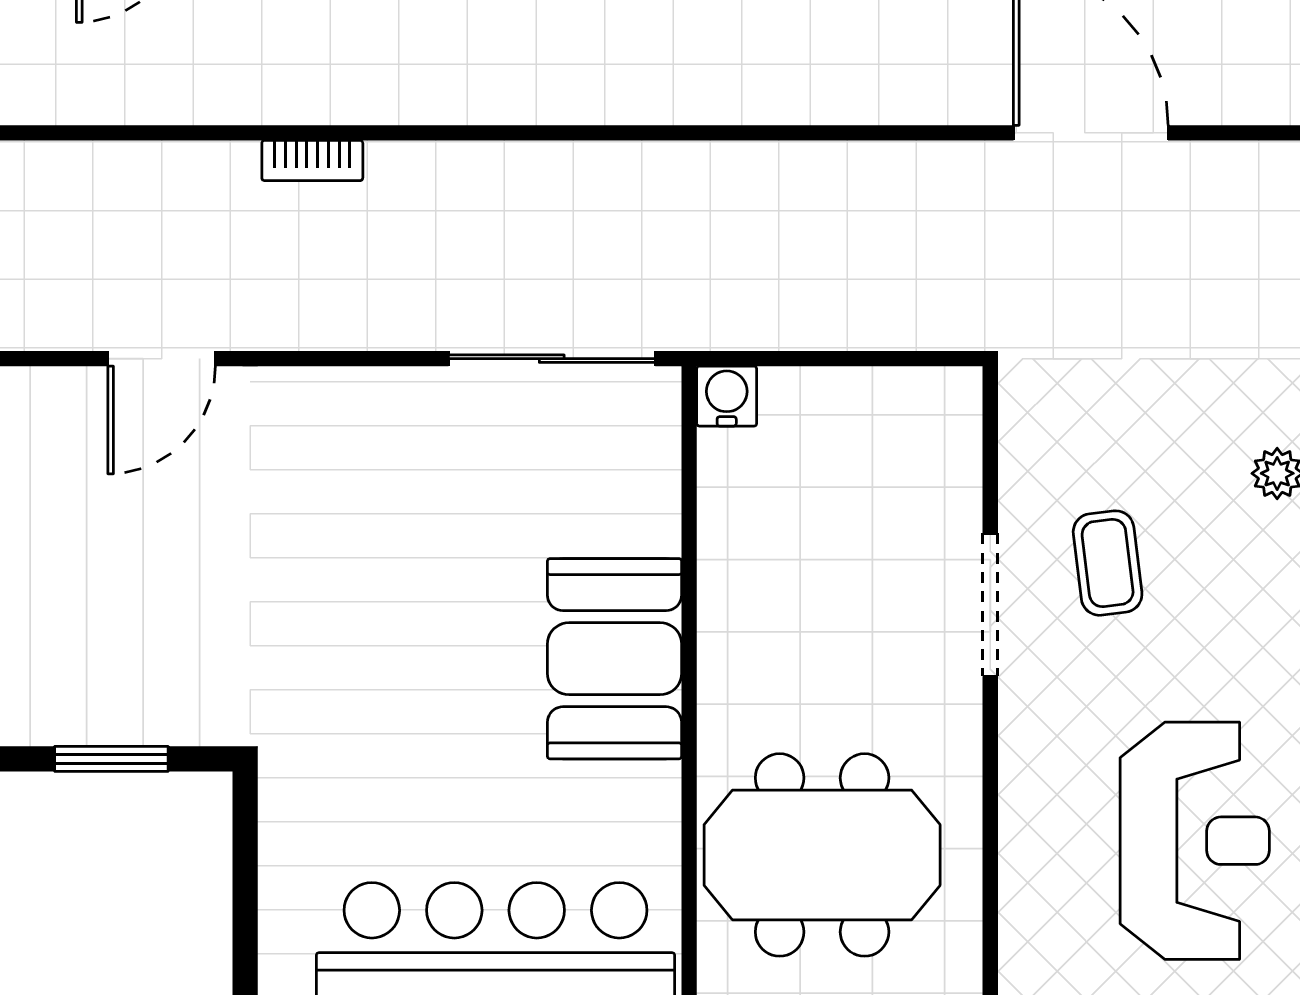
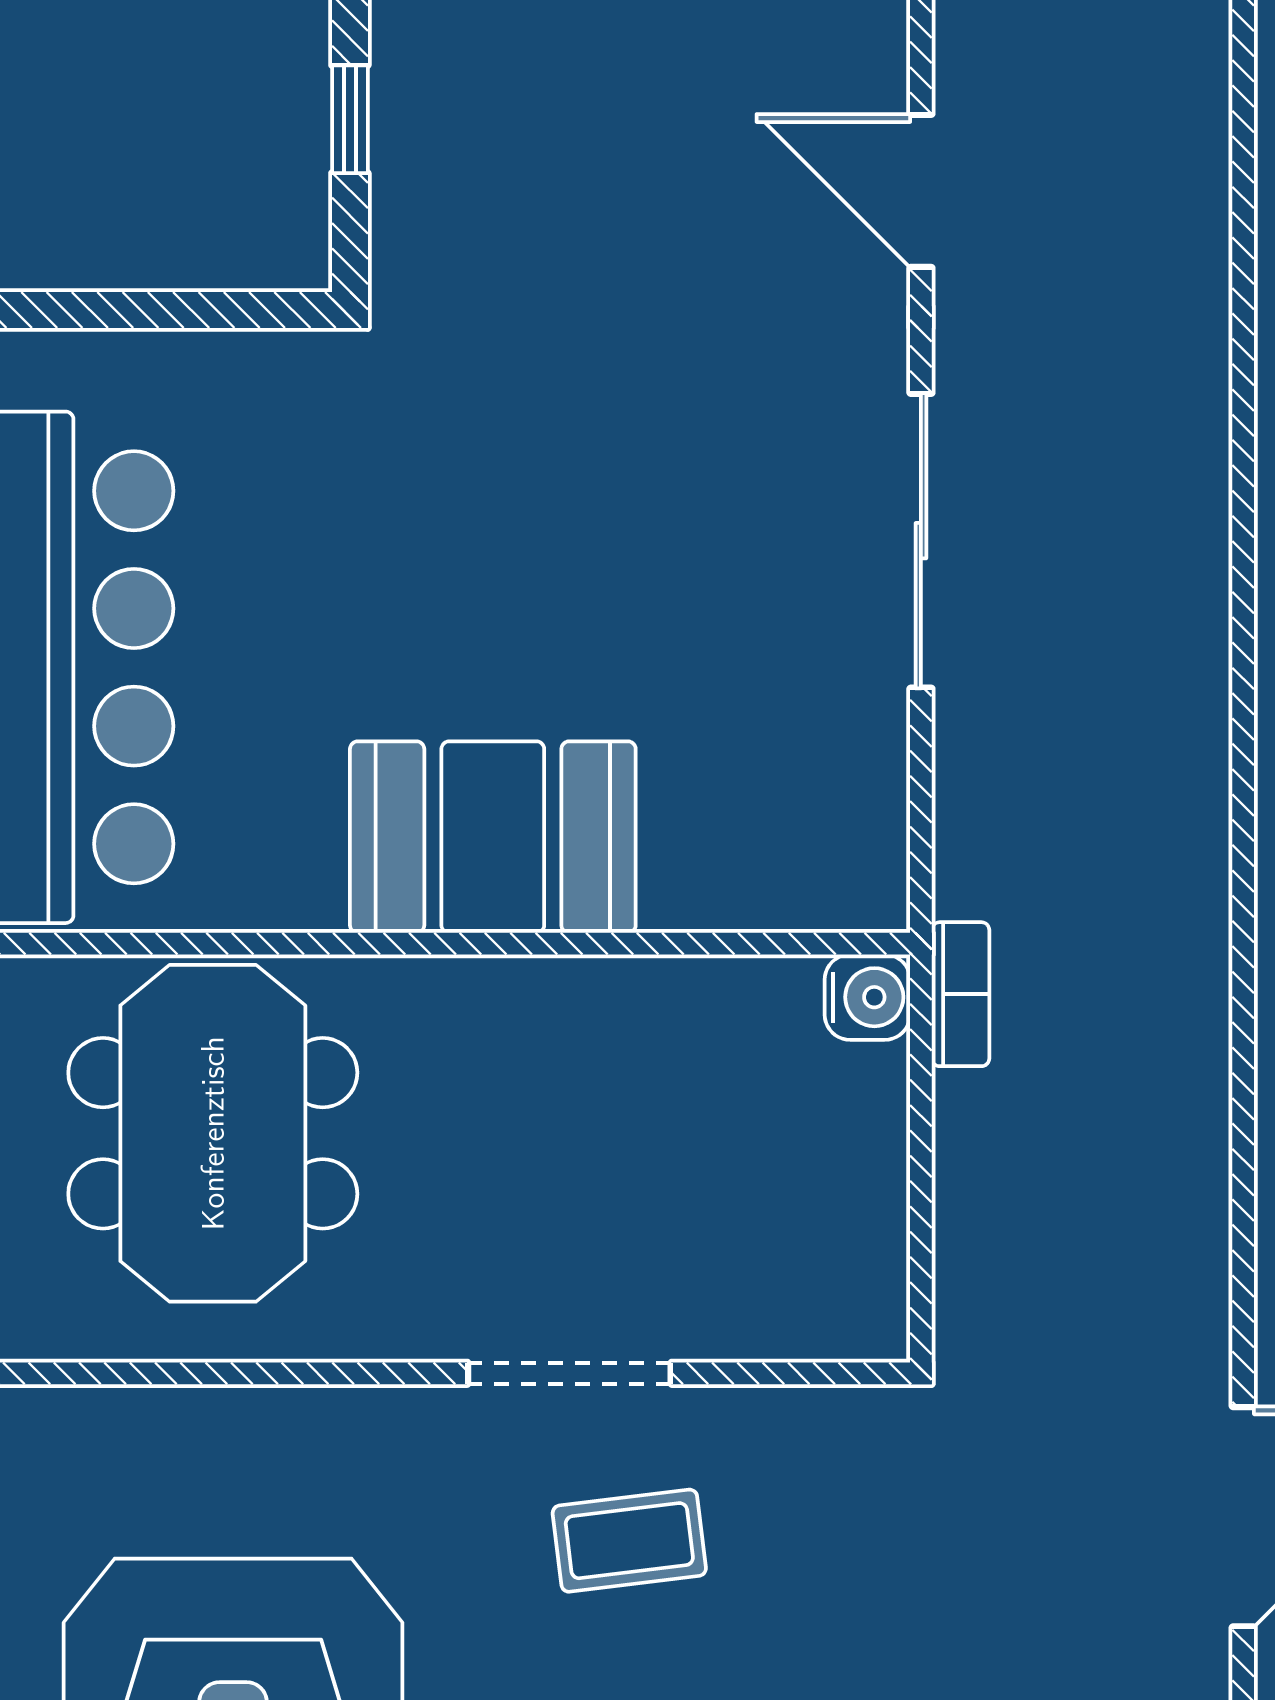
bookcase: (312, 161) -> (960, 994), moved, turned 180
sliding door: (552, 359) -> (921, 541), moved
window: (111, 759) -> (350, 119), width x0.67

